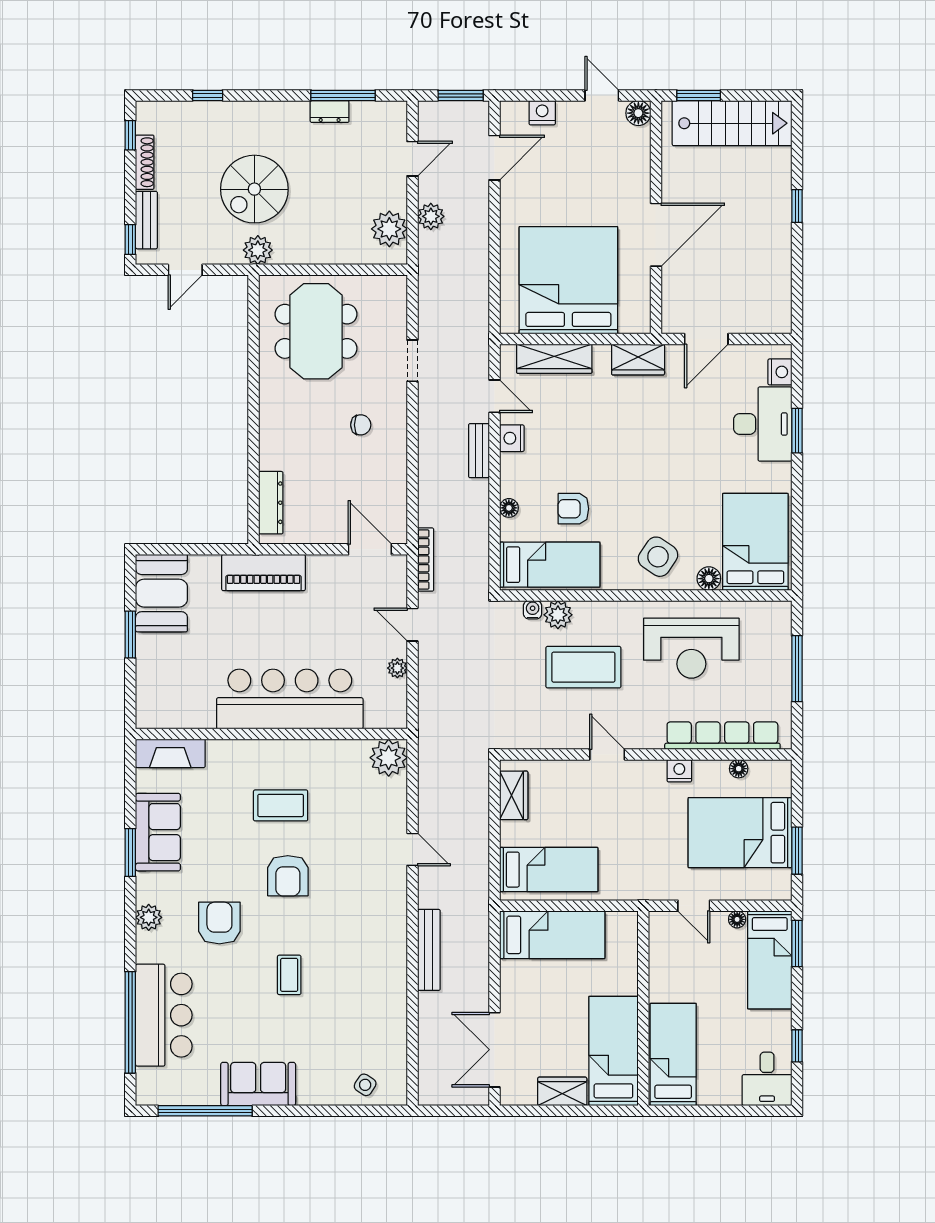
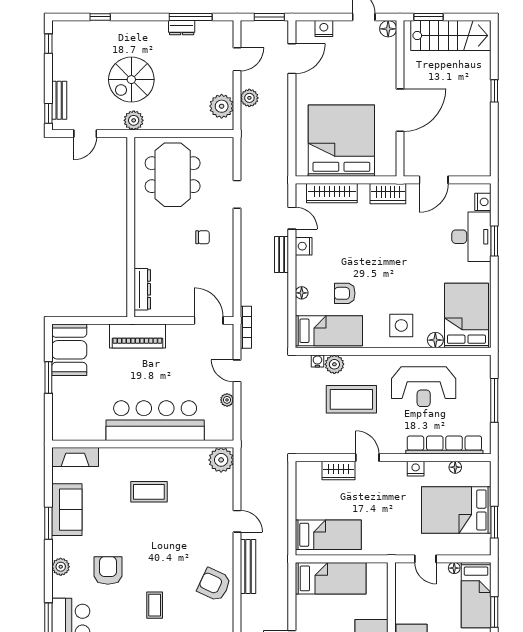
shoe rack: (145, 162) -> (58, 62), removed
side table: (658, 557) -> (401, 325), turned -34
wardrobe: (514, 795) -> (338, 471), moved, turned 90
armchair: (288, 876) -> (214, 585), moved, turned 115
window: (797, 943) -> (494, 612), moved
bench: (429, 950) -> (248, 566), moved

